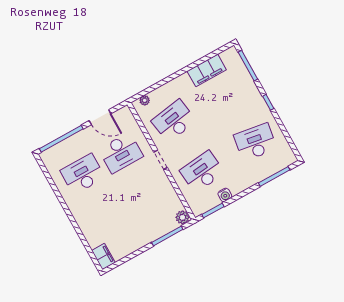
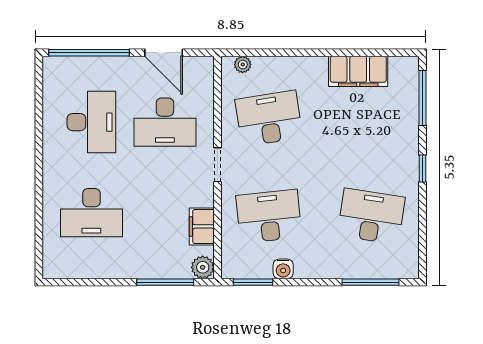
desk: (83, 174) -> (91, 122), turned 90
desk: (109, 221) -> (91, 213), added
filing cabinet: (103, 256) -> (202, 226), moved, turned 180

